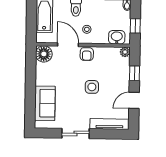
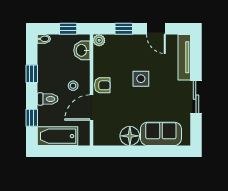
floor lamp: (44, 54) -> (130, 136), moved

